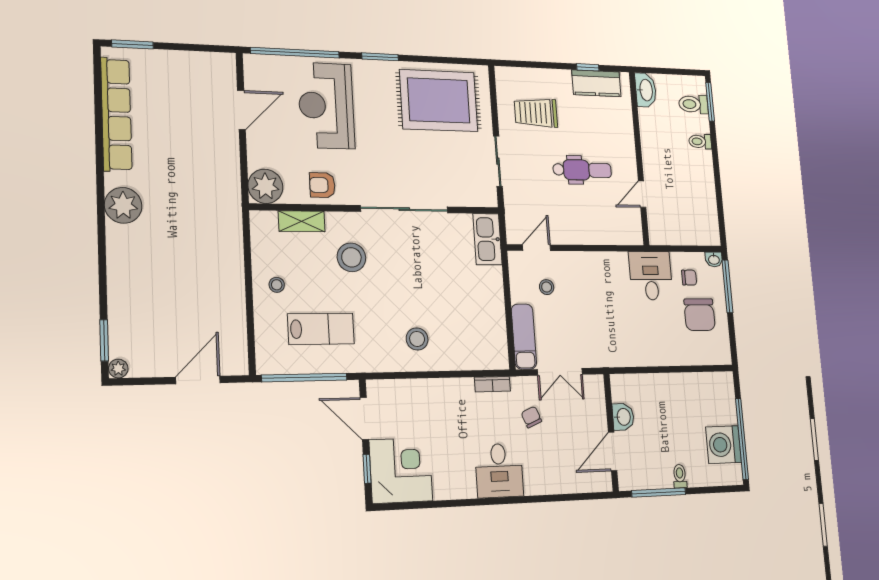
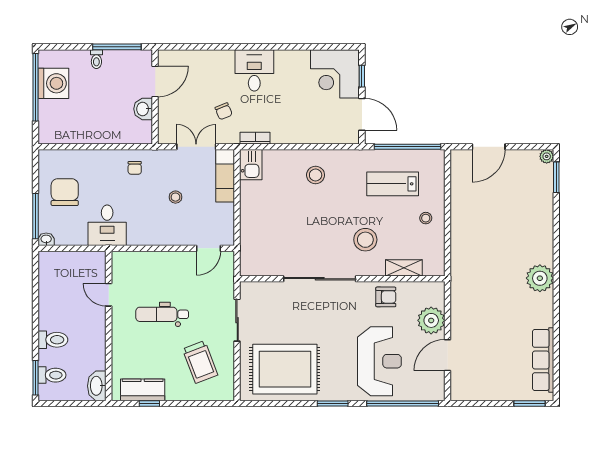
trolley: (536, 113) -> (200, 362), turned 69
row of seats: (116, 114) -> (543, 360), width x0.73
toilet: (700, 141) -> (53, 340), width x1.37, depth x1.39
plant: (265, 186) -> (431, 320), moved
door: (642, 194) -> (109, 295), swing flipped
kitchen sink: (487, 239) -> (251, 165), moved, width x0.73
chair: (689, 278) -> (135, 168), moved, turned -90
stool: (547, 287) -> (175, 197), moved

